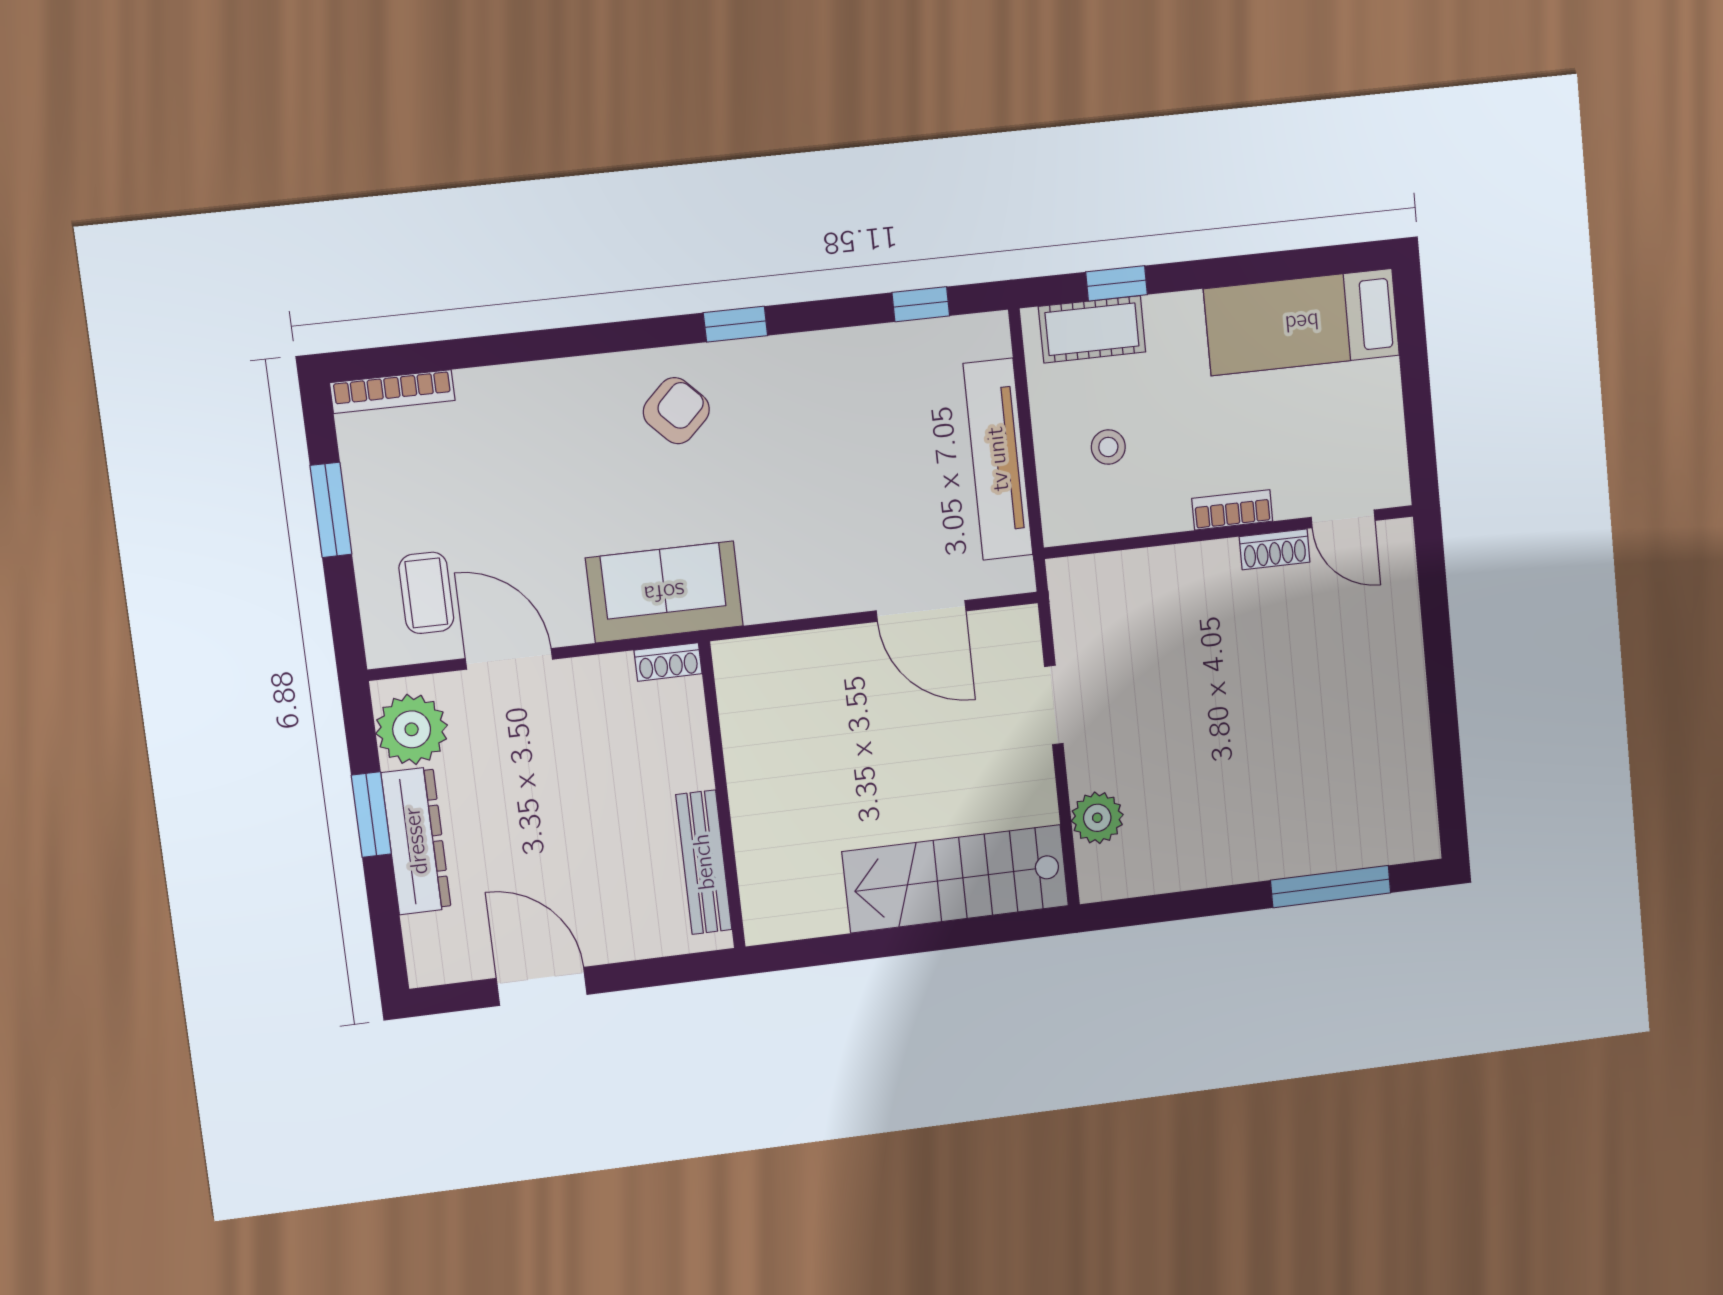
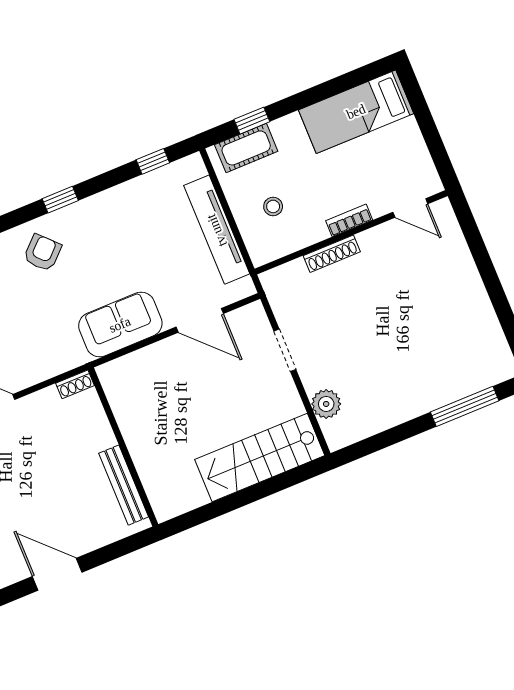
shoe rack: (1275, 549) -> (332, 254), moved, width x1.43
sofa: (664, 592) -> (120, 325), moved

